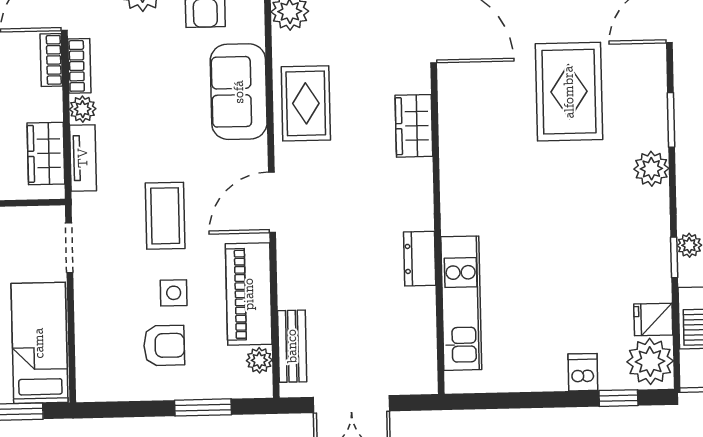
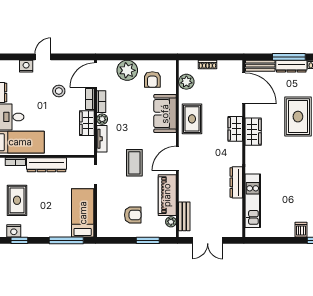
wardrobe: (458, 132) -> (253, 132), added
wardrobe: (46, 154) -> (87, 123), moved
dresser: (420, 259) -> (236, 182), width x1.44
side table: (174, 293) -> (137, 194), removed

